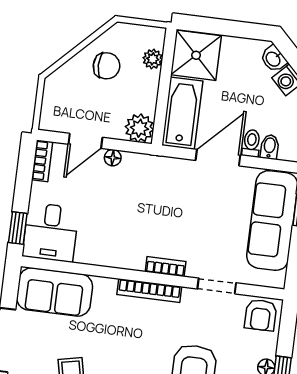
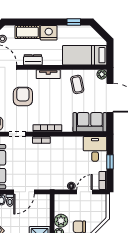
bathtub: (182, 113) -> (43, 210), removed
plant: (139, 128) -> (61, 221), moved
window: (18, 228) -> (110, 162), moved

